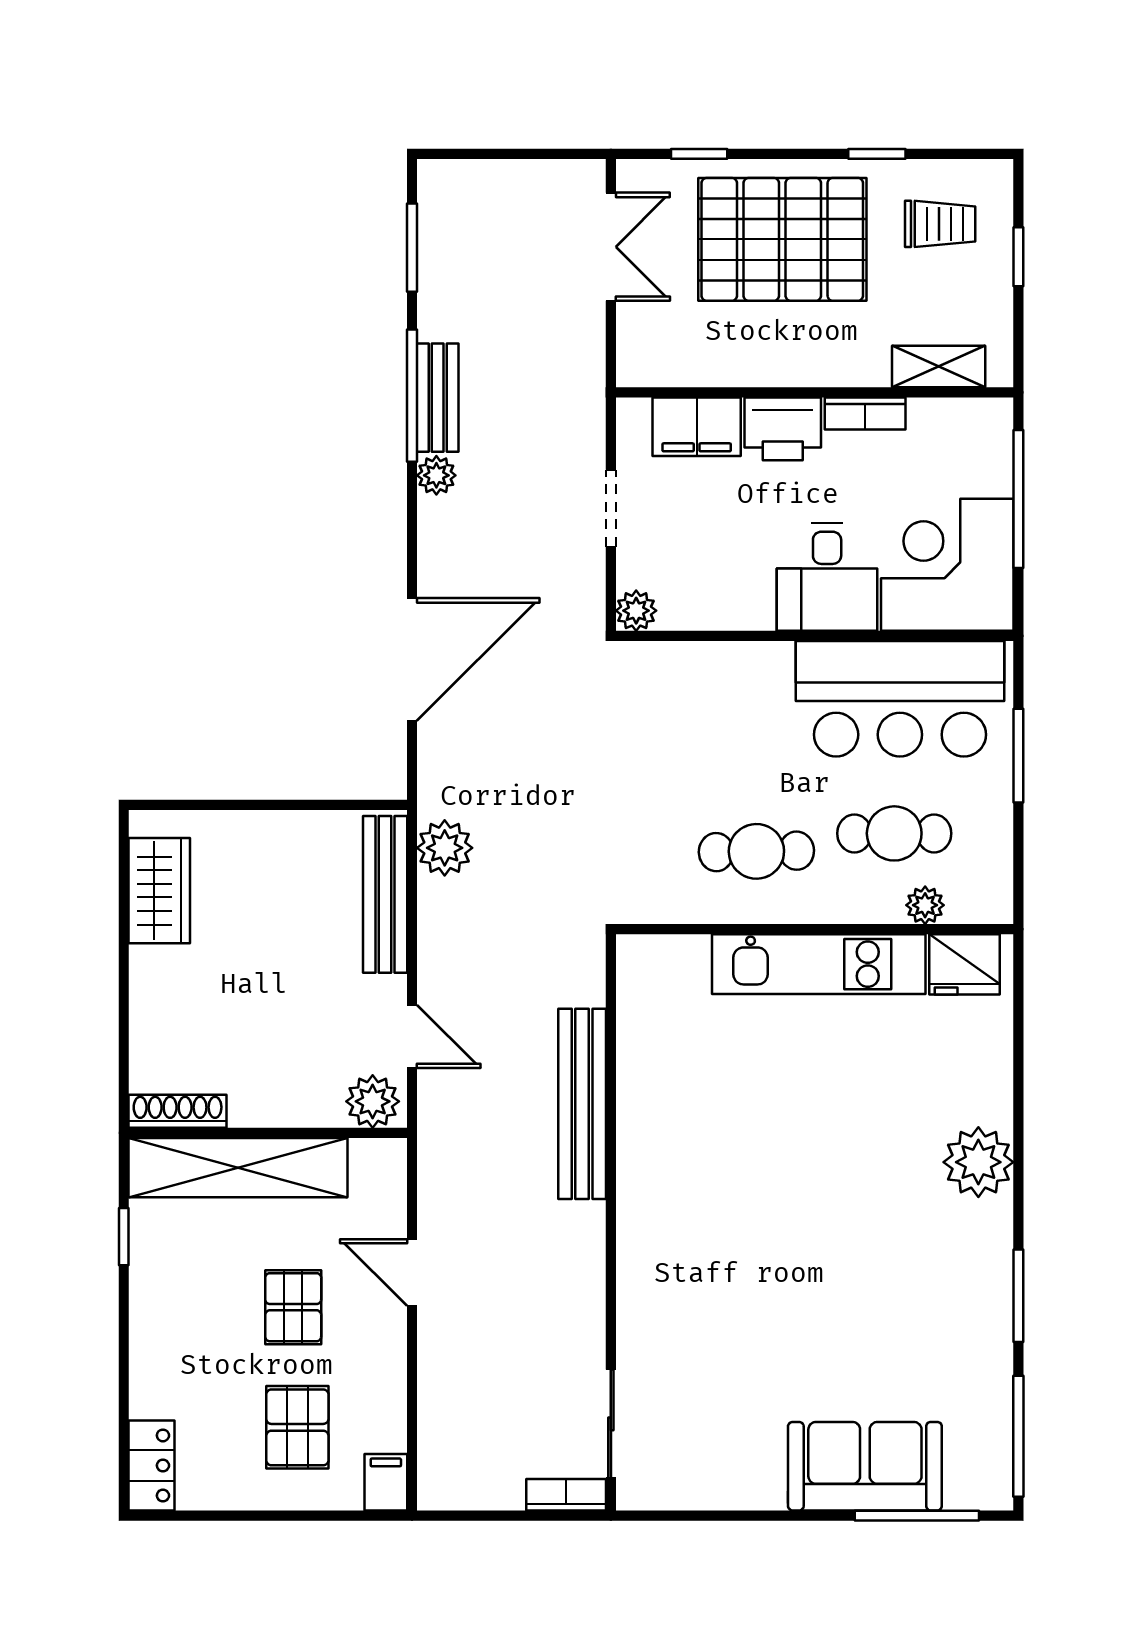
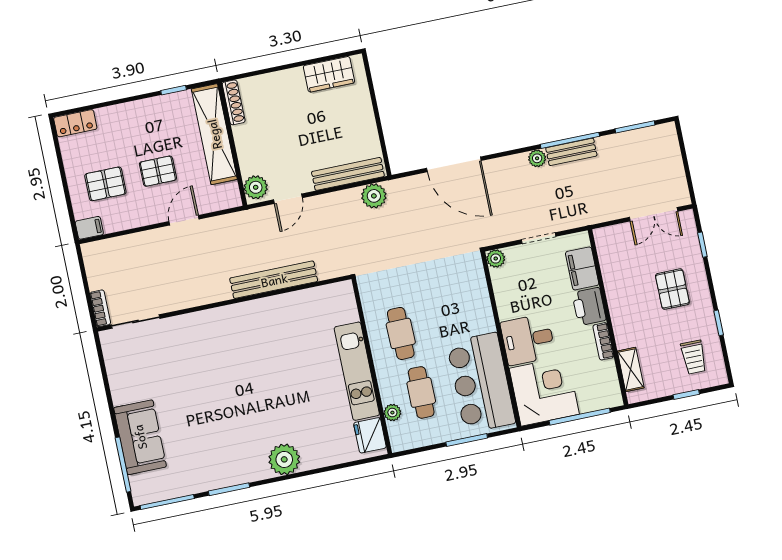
pallet: (782, 239) -> (672, 289), width x0.49, depth x0.50

